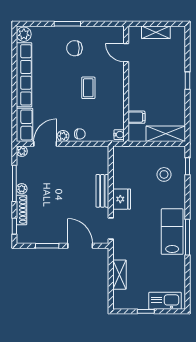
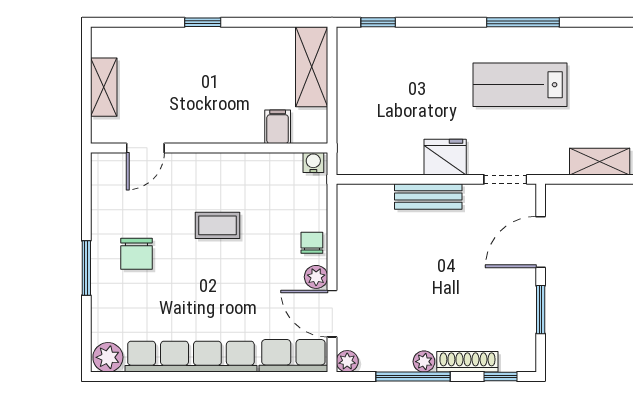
stool: (164, 174) -> (395, 71), removed
lab bench: (172, 232) -> (520, 85), moved

